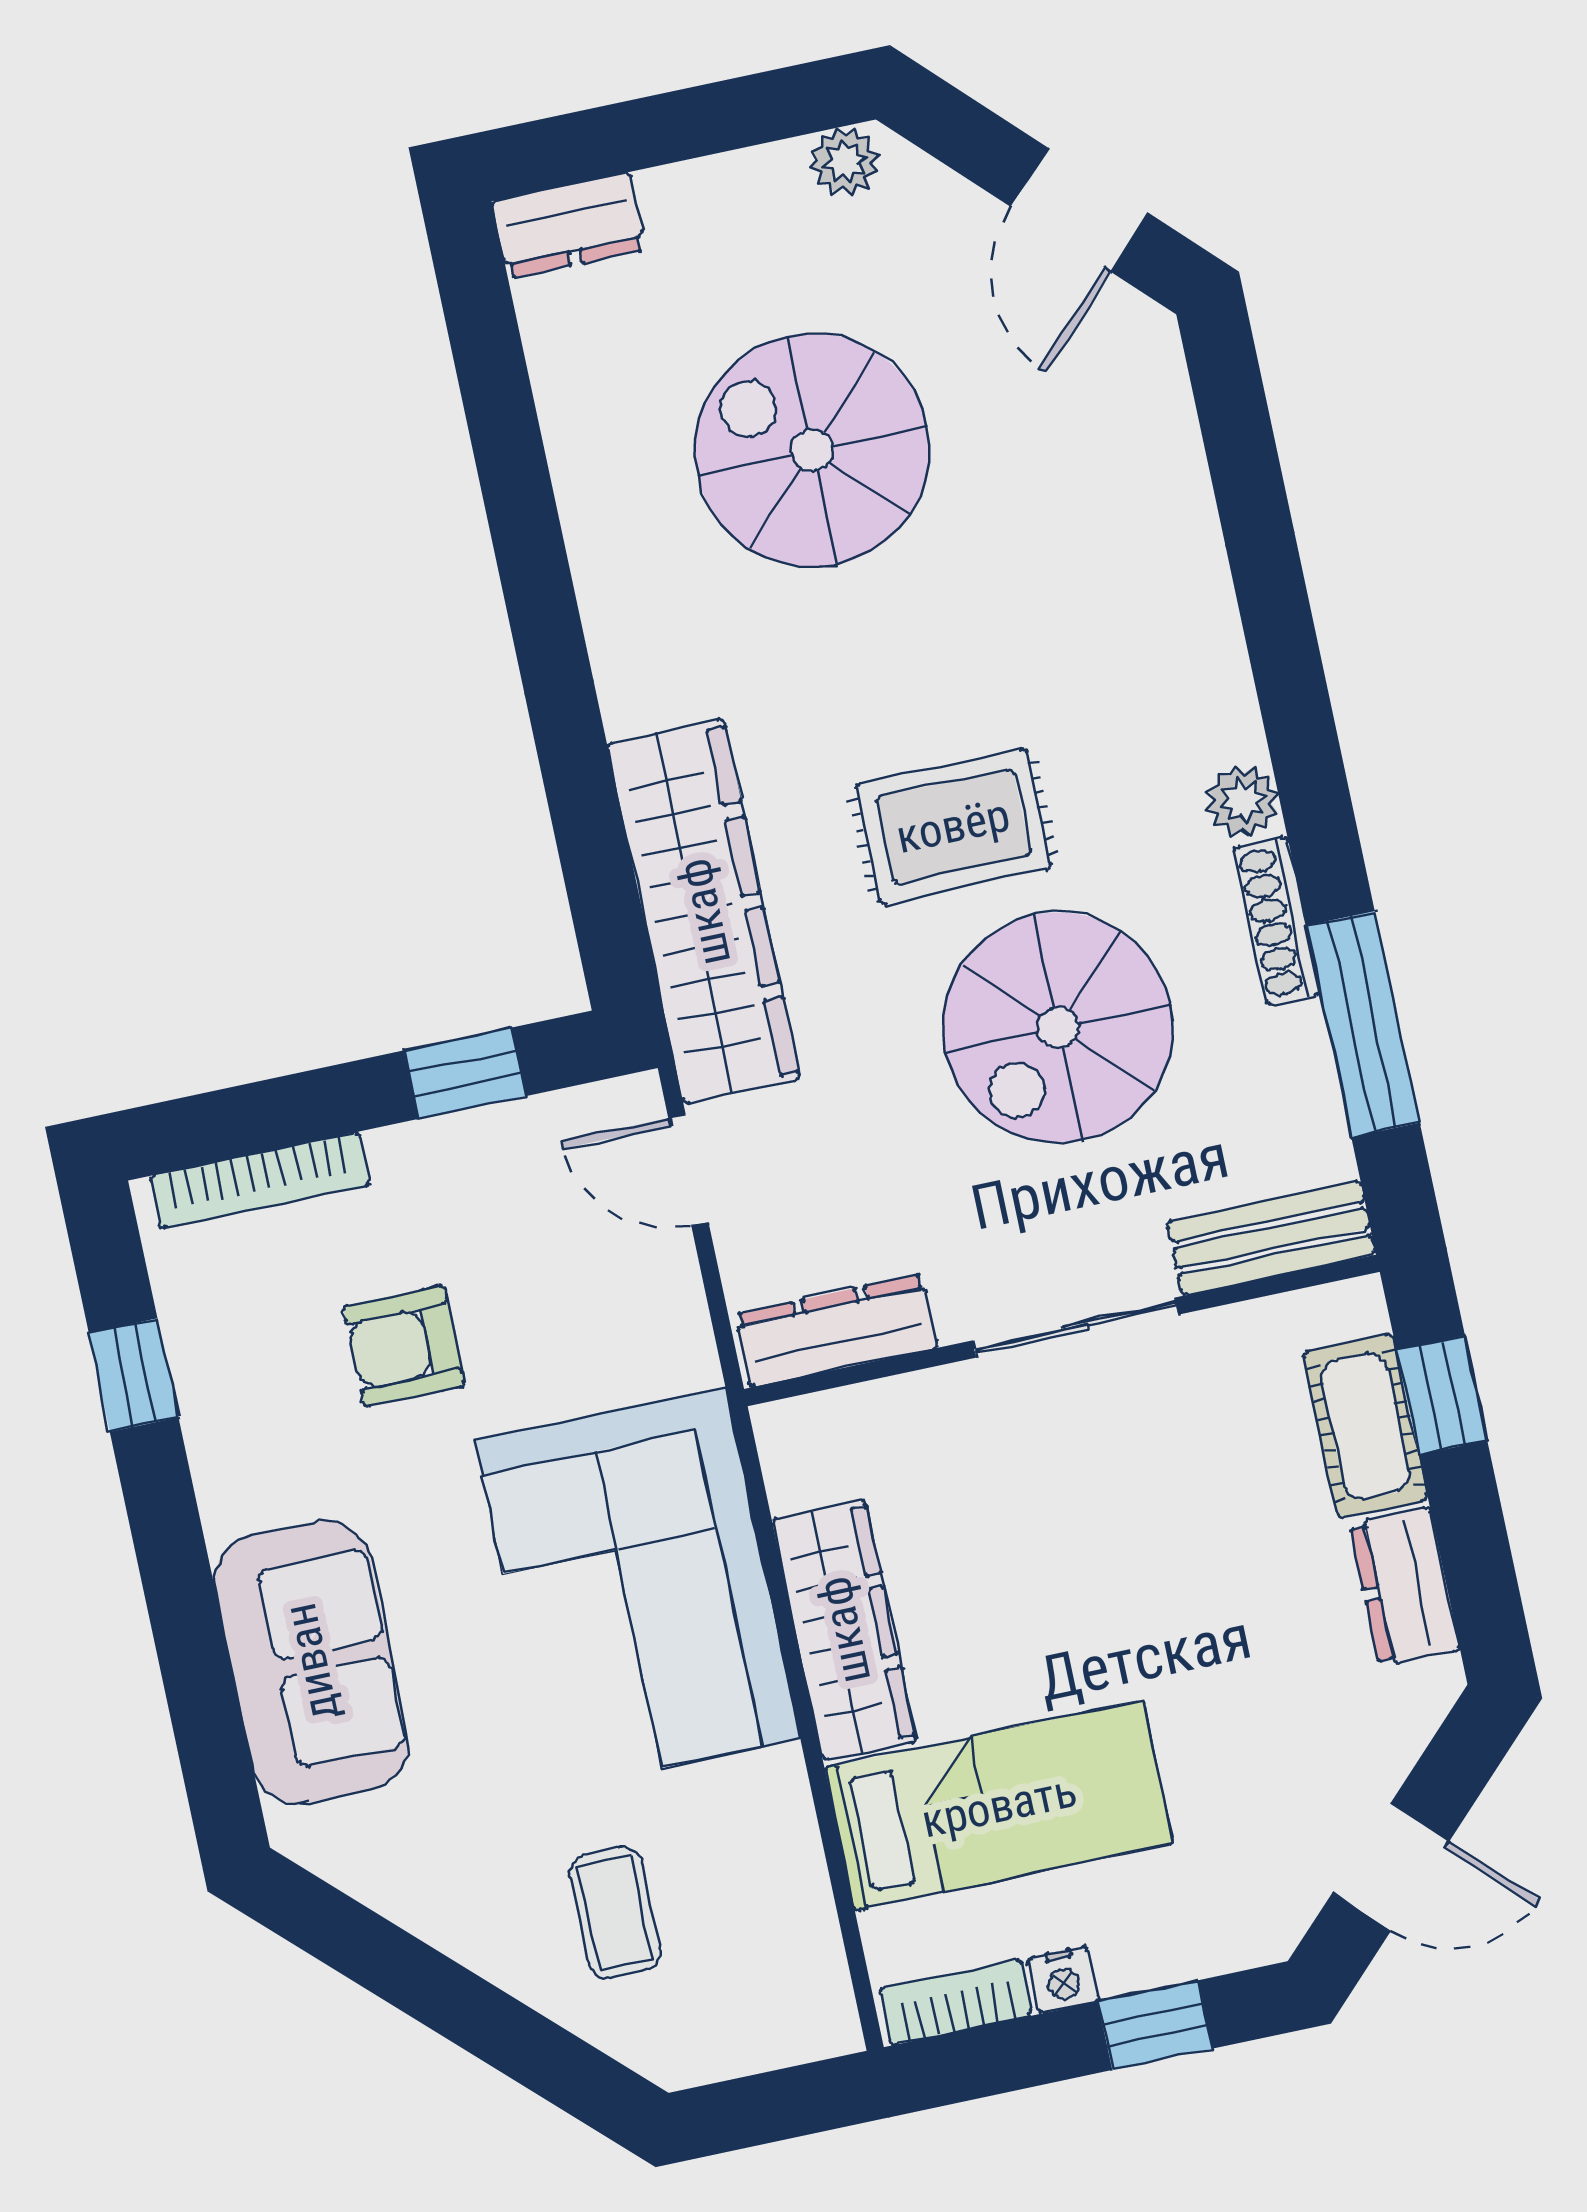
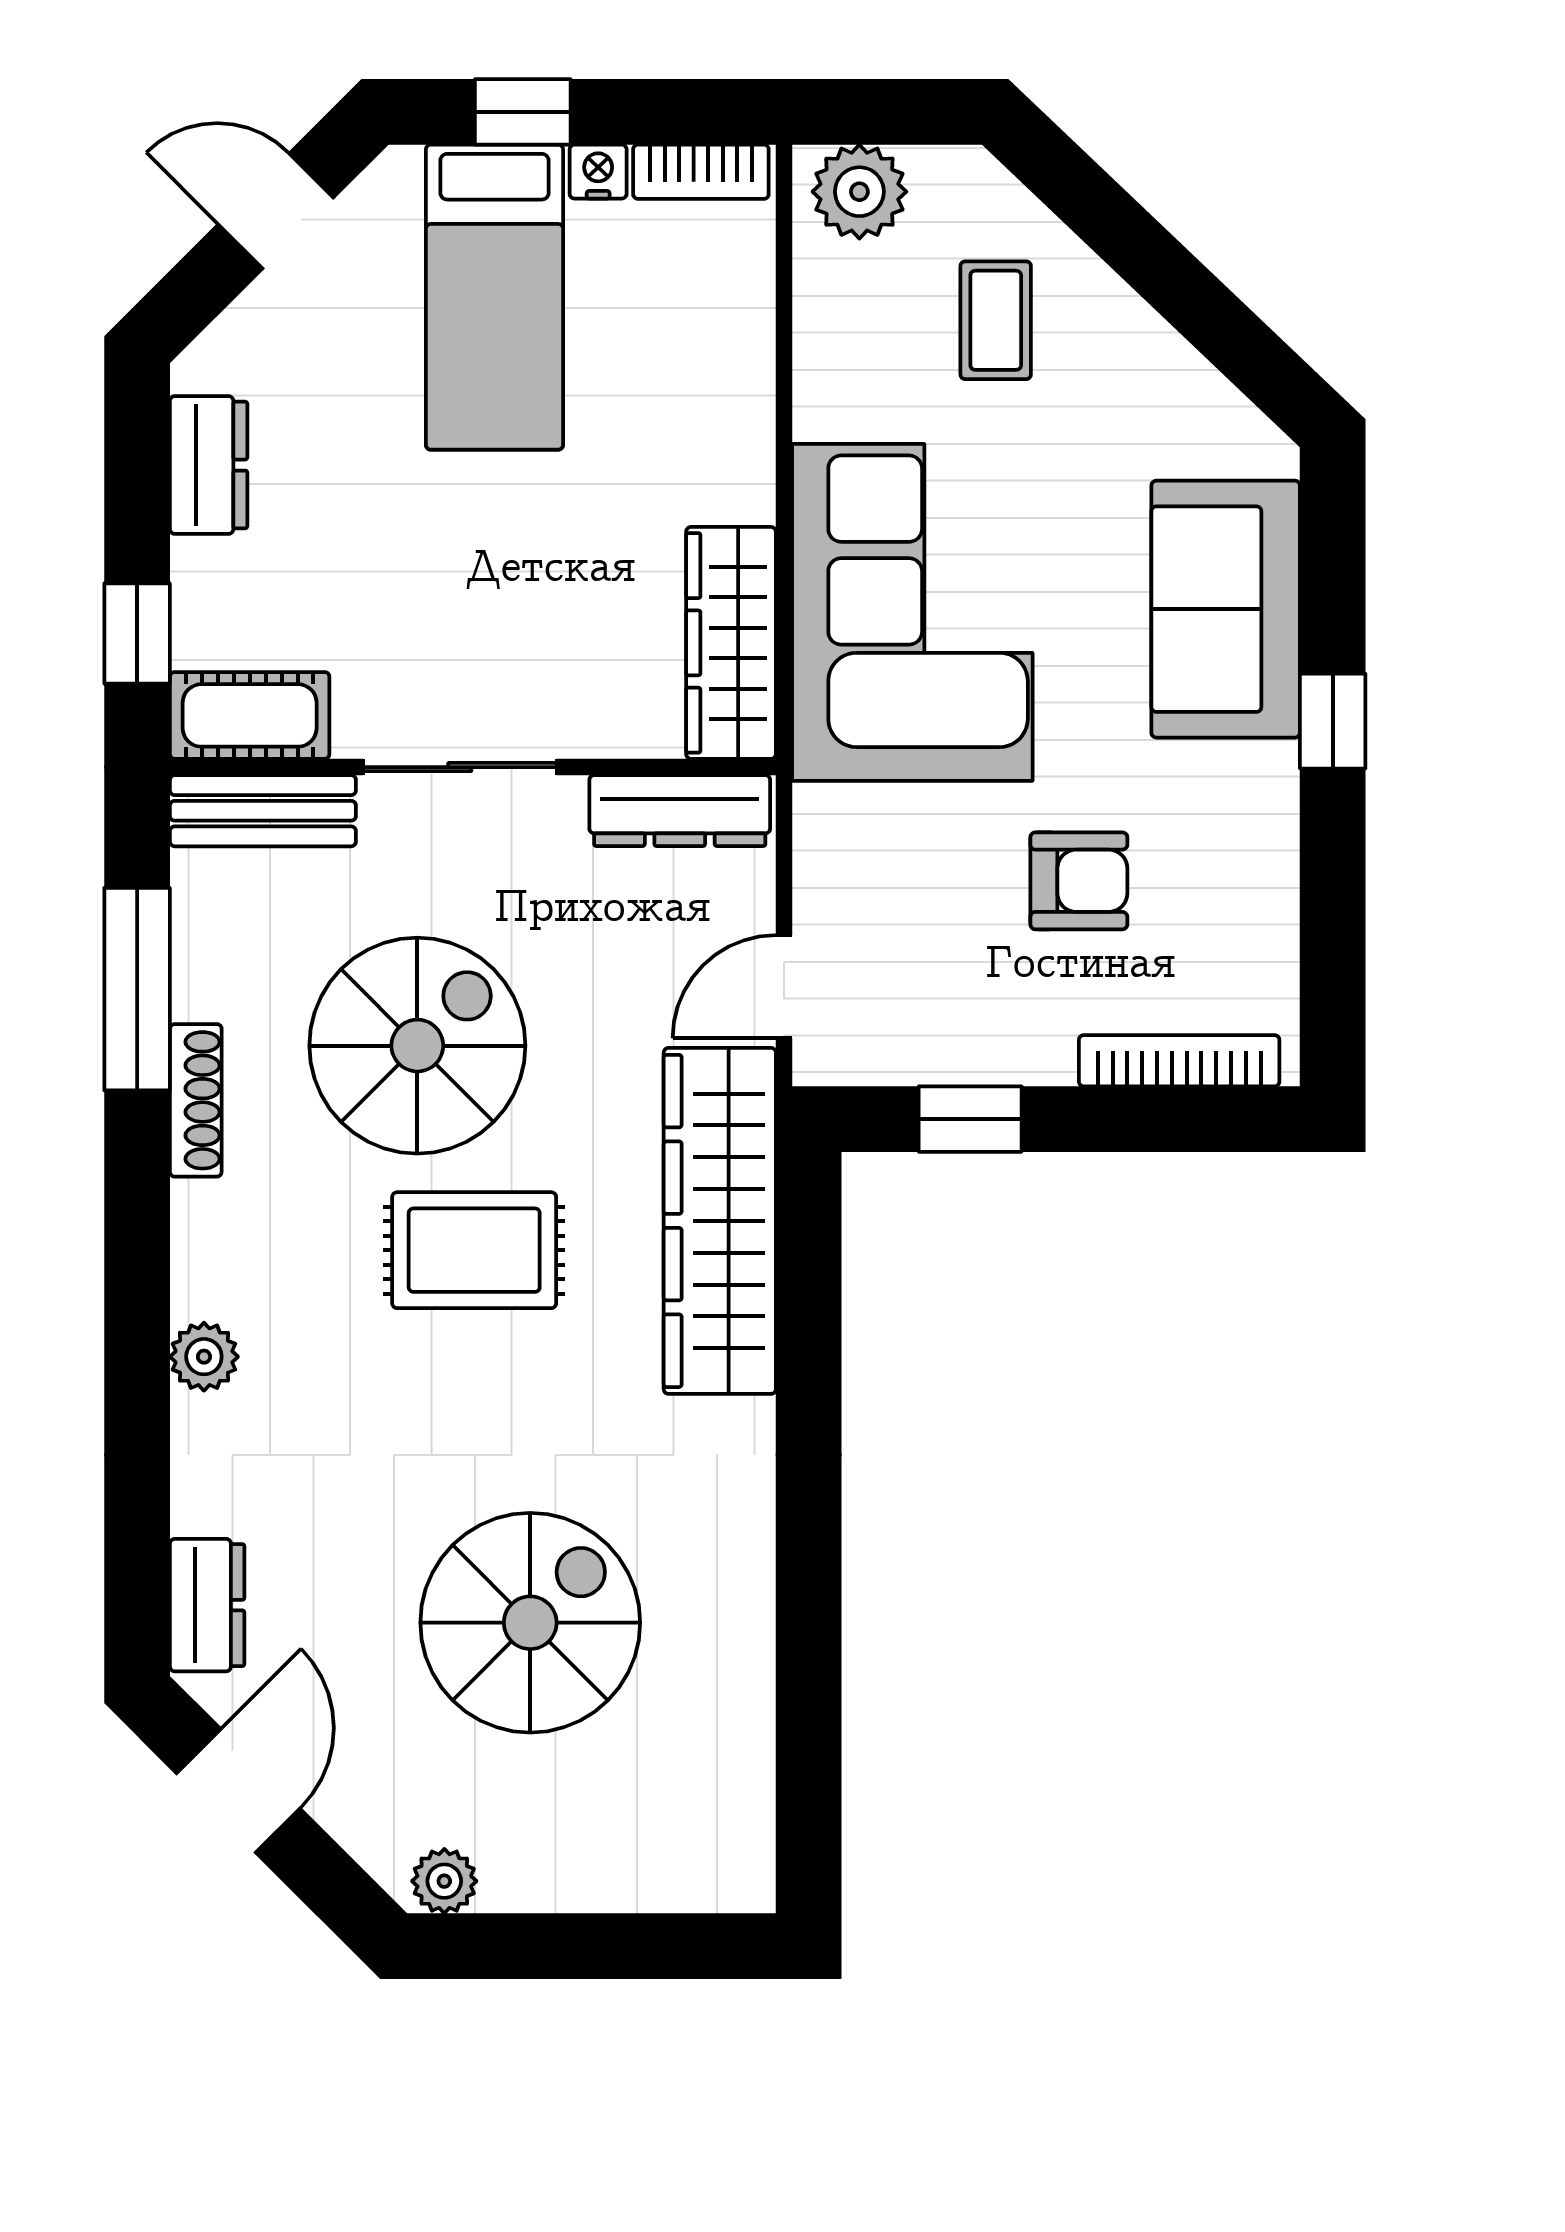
dresser: (569, 225) -> (207, 1605), moved, turned 90
spiral stairs: (812, 450) -> (530, 1623), turned -90
plant: (1243, 801) -> (204, 1357), moved
door: (688, 1170) -> (784, 987), swing flipped
window: (134, 1375) -> (1333, 721), moved
cot: (1365, 1426) -> (250, 715), moved, turned 90
wardrobe: (844, 1630) -> (731, 643), moved
bed: (999, 1806) -> (494, 297), moved, turned -90
plant: (786, 2017) -> (859, 192), added

